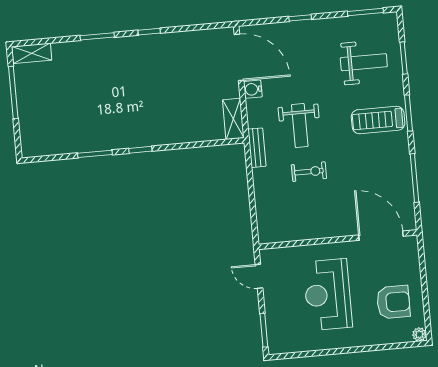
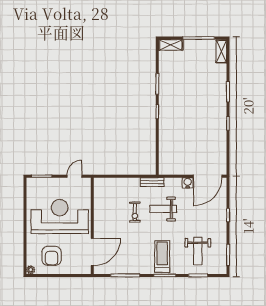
shelving: (233, 119) -> (171, 45), moved
reception desk: (328, 295) -> (60, 217), width x1.36, depth x1.30

